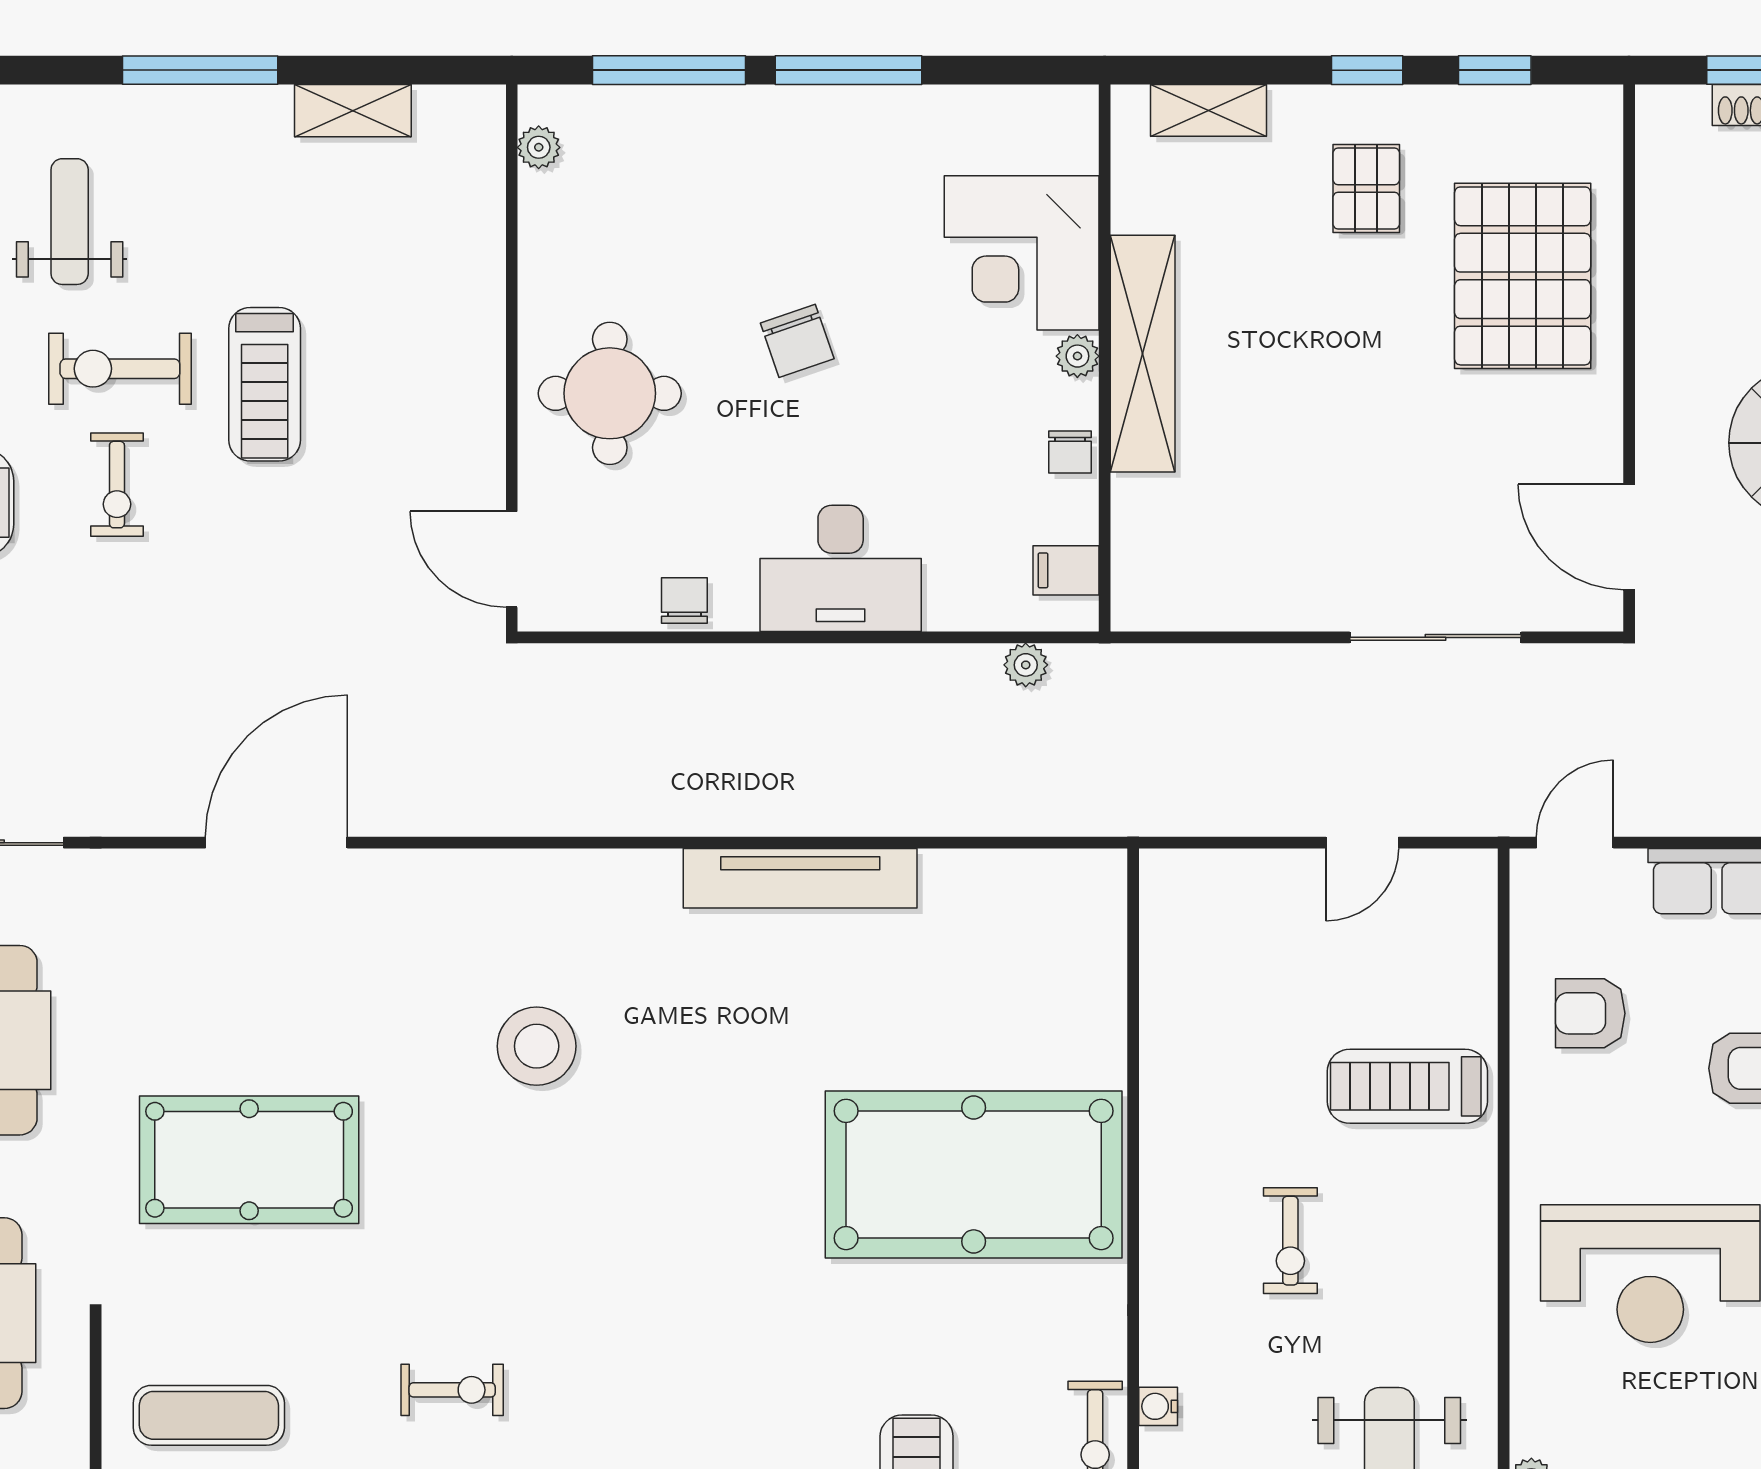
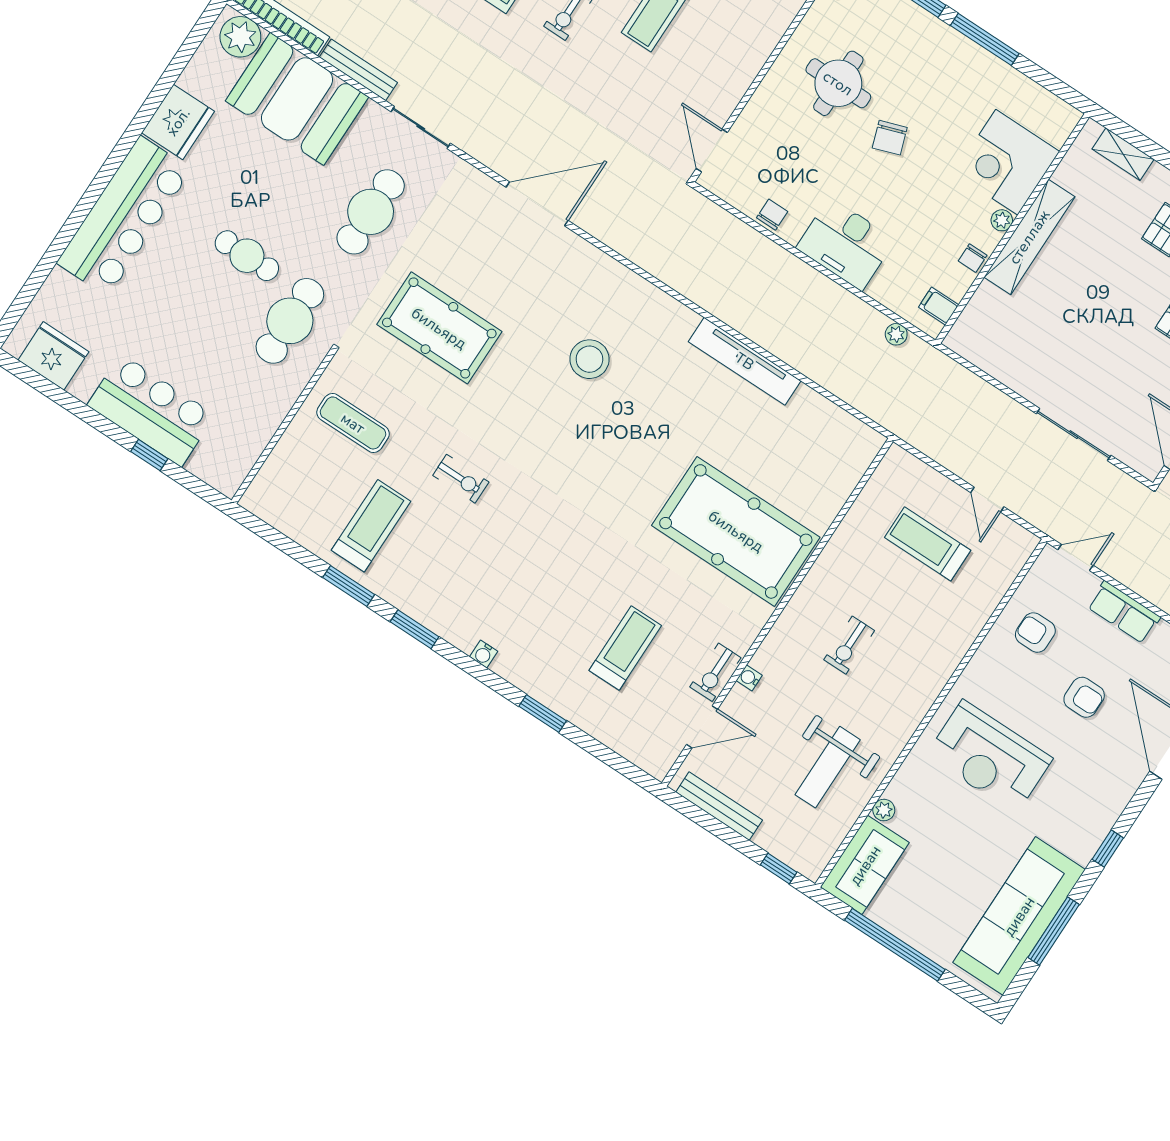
round table: (610, 393) -> (838, 83), moved
door: (1362, 843) -> (987, 500), hinge flipped
treadmill: (1407, 1086) -> (928, 544), moved

